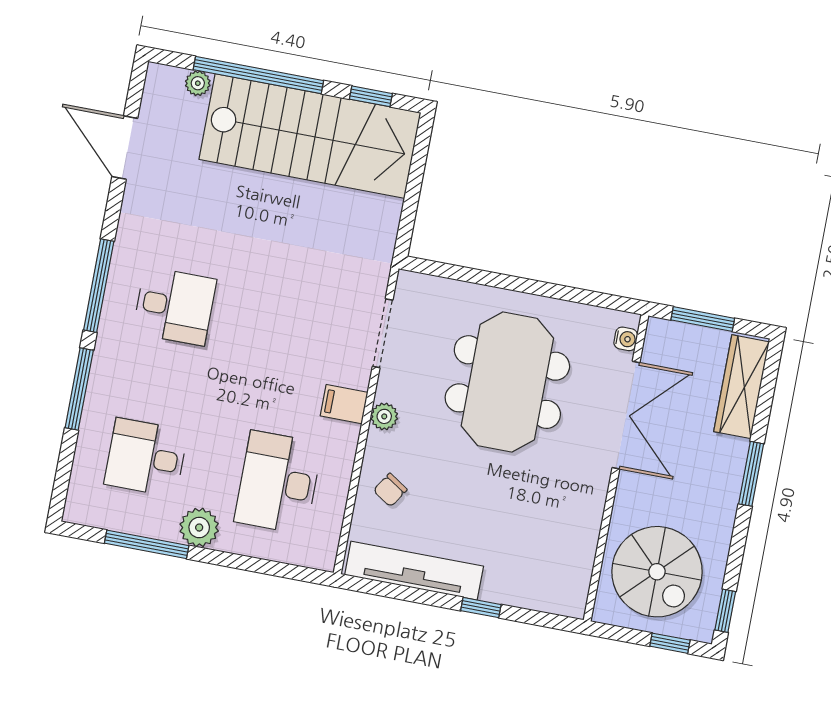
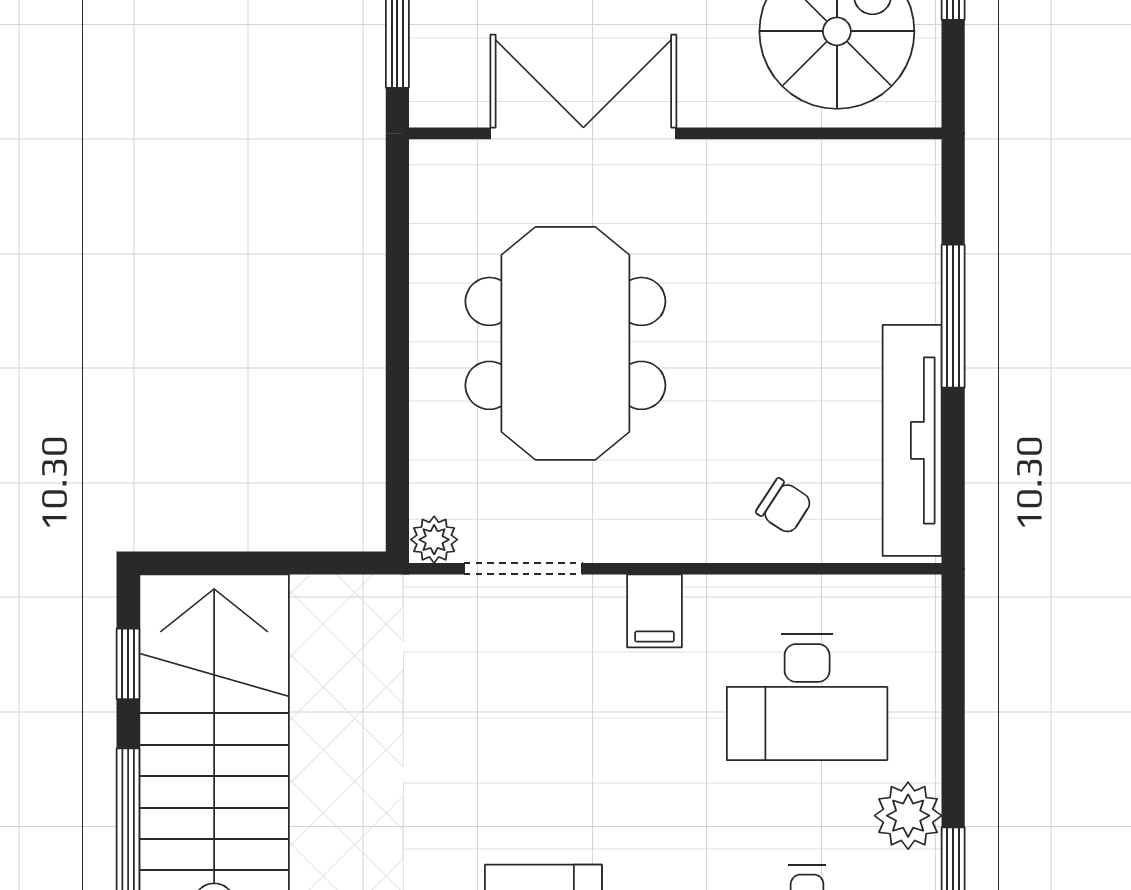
water cooler: (626, 339) -> (455, 158), removed
meeting table: (507, 382) -> (565, 343), turned 90
plant: (384, 416) -> (434, 540), moved
window: (481, 608) -> (953, 316), width x2.17

